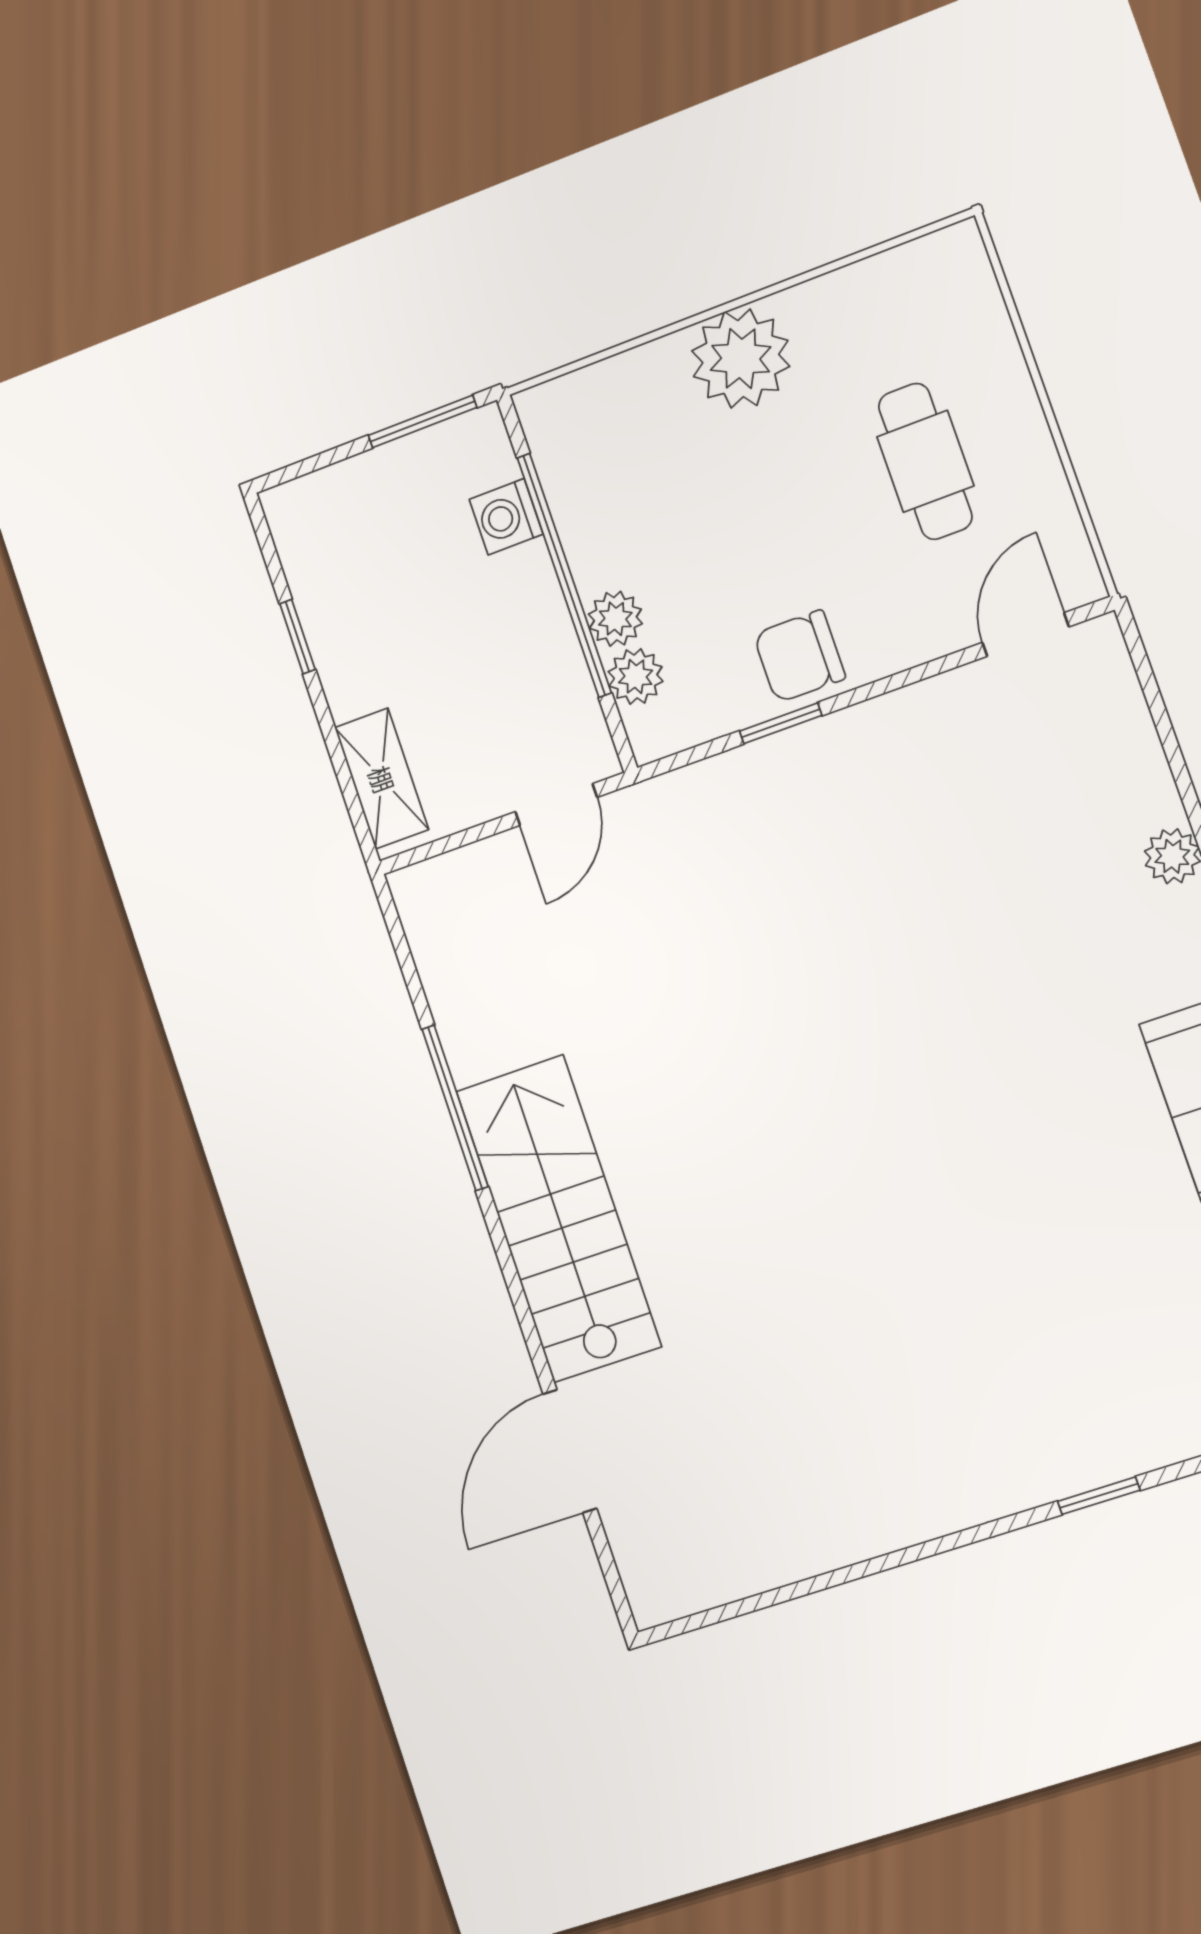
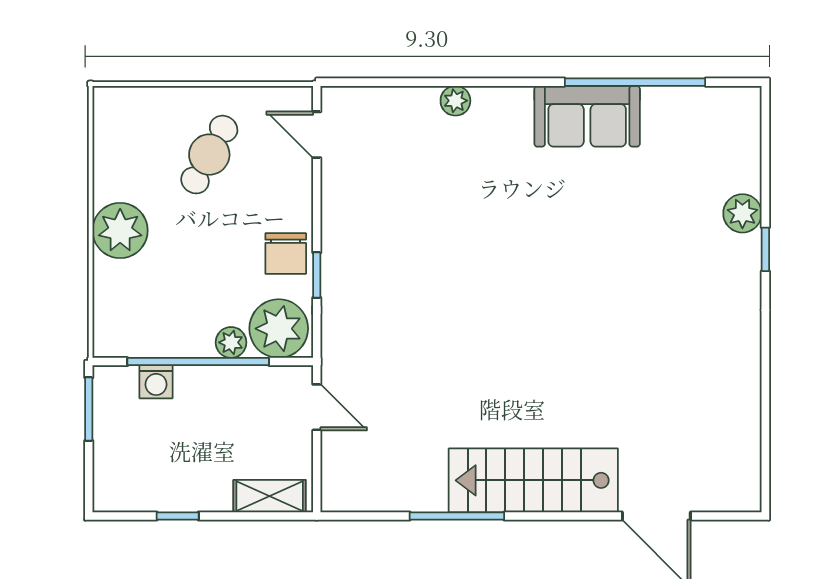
cafe table: (925, 461) -> (209, 155), turned -61
plant: (636, 676) -> (279, 329), width x1.88, depth x1.88
plant: (1149, 1434) -> (742, 213), added

